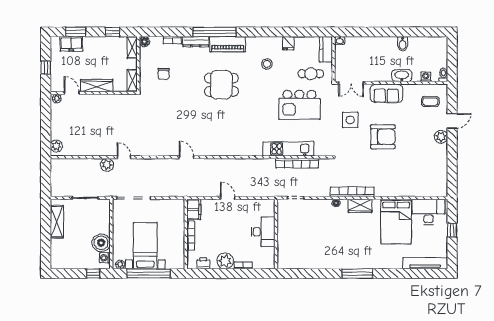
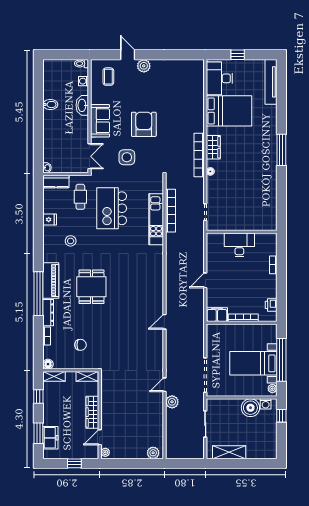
kitchen island: (299, 105) -> (112, 208), turned 180
plant: (225, 261) -> (269, 283), removed

